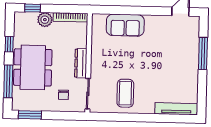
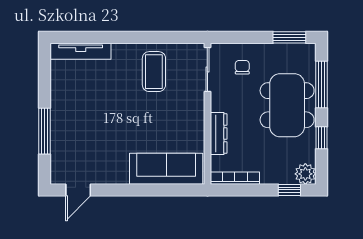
plant: (45, 20) -> (305, 174), moved
sofa: (125, 25) -> (166, 169), width x1.36
dresser: (81, 63) -> (219, 133), moved

